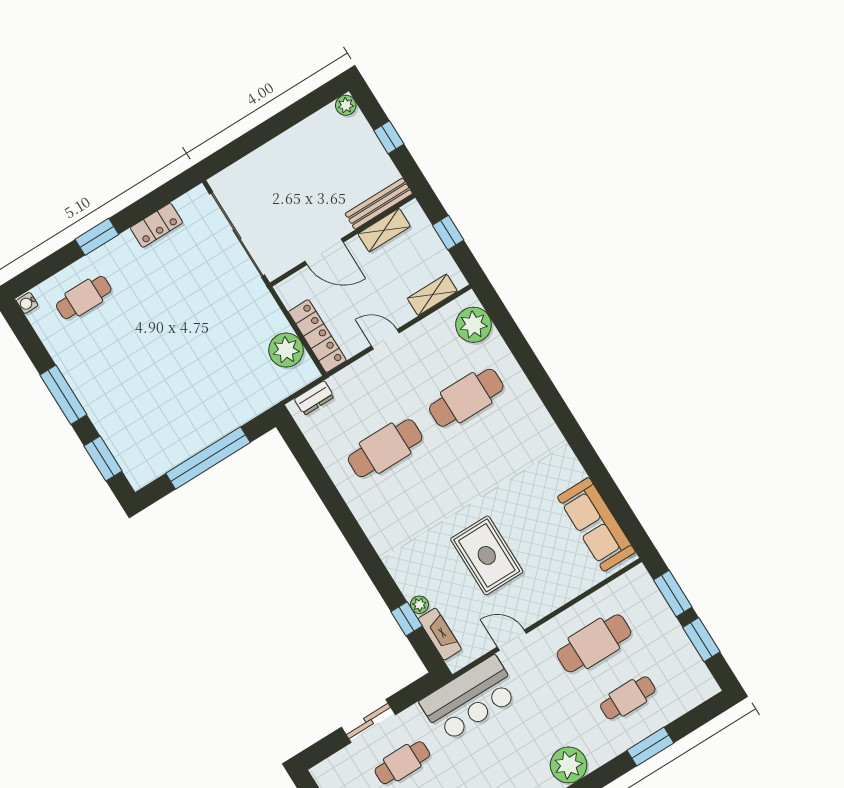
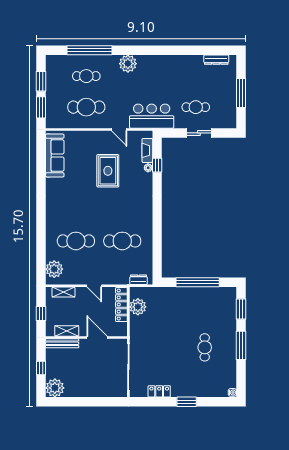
plant: (346, 105) -> (55, 388), width x1.87, depth x1.87
cafe table: (84, 298) -> (205, 347), moved, turned 90
window: (650, 747) -> (89, 50), width x2.11

